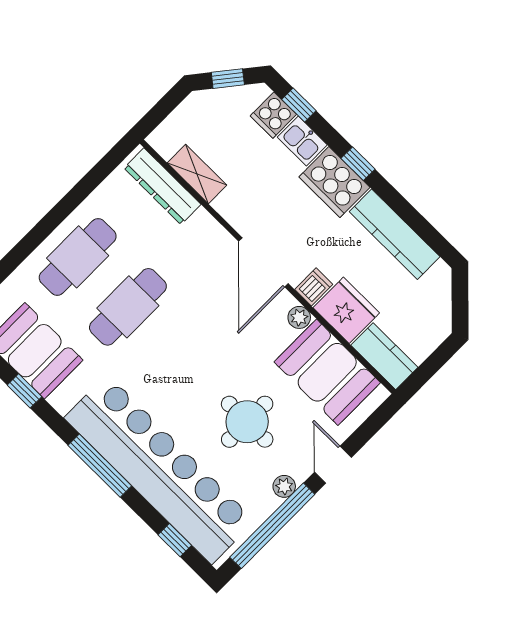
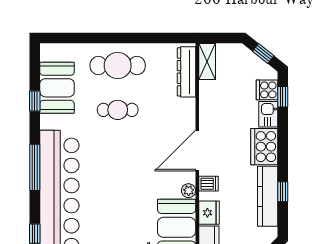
window: (358, 164) -> (283, 192), moved
shelving: (197, 174) -> (207, 62), moved
cafe table: (128, 307) -> (118, 110), width x0.73, depth x0.74
fridge: (346, 310) -> (209, 213), width x0.73, depth x0.75
round table: (247, 422) -> (119, 214), removed

